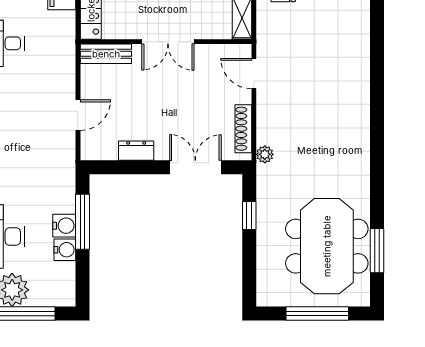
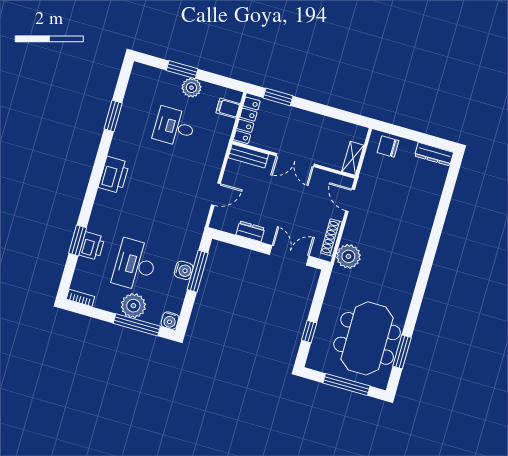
plant: (265, 154) -> (348, 256), width x1.88, depth x1.88
window: (249, 216) -> (309, 332), moved
water cooler: (65, 250) -> (170, 321), moved, turned 90

